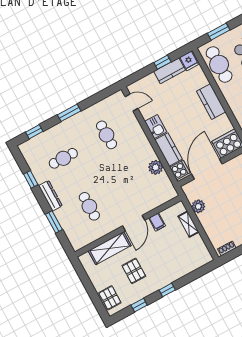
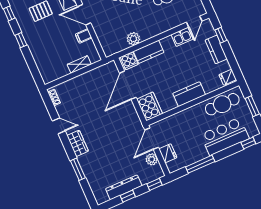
window: (162, 62) -> (221, 35), moved
kitchen counter: (170, 71) -> (216, 49), moved
kitchen sink: (156, 127) -> (182, 37), moved
door: (207, 169) -> (128, 85), swing flipped
plant: (198, 206) -> (95, 75), removed

